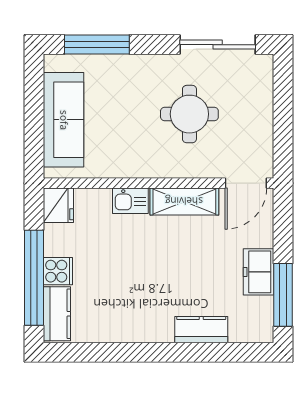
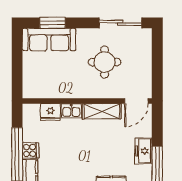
window: (97, 45) -> (52, 23), width x0.69
sofa: (64, 120) -> (49, 40), moved, turned 90
fridge: (58, 205) -> (50, 112), moved, turned 90

